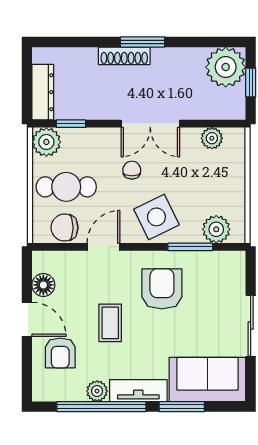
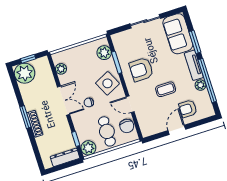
floor lamp: (43, 285) -> (158, 127), removed
armchair: (60, 353) -> (188, 109), turned 180

